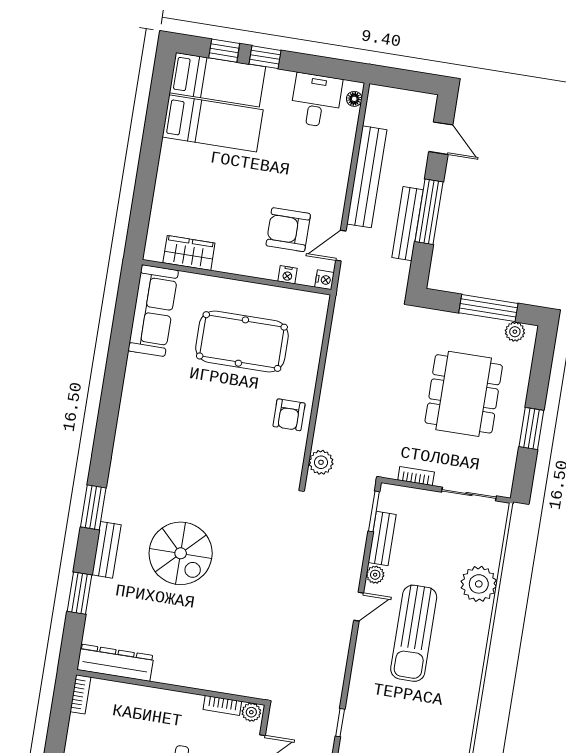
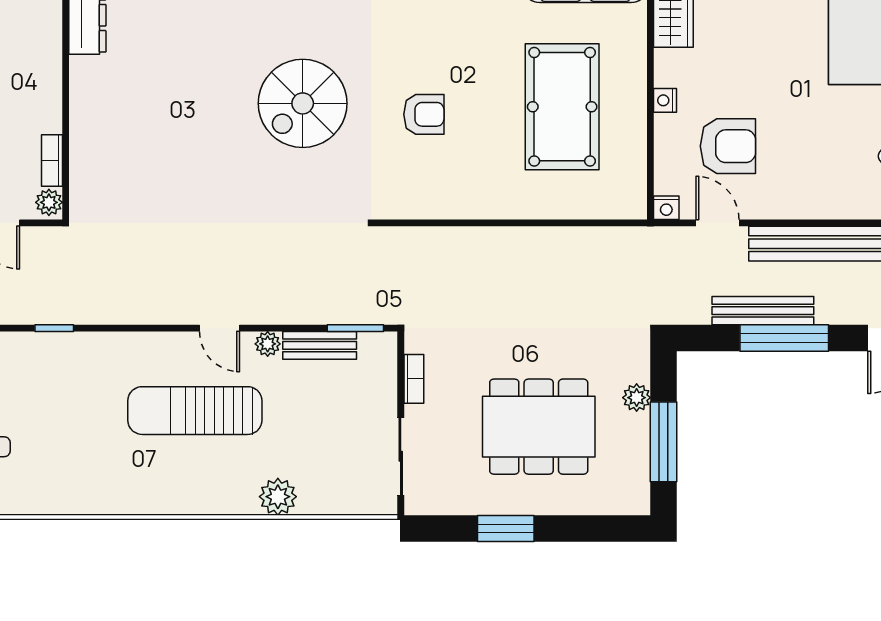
armchair: (288, 230) -> (728, 146), turned 90
nightstand: (288, 275) -> (665, 100), moved
plant: (515, 332) -> (637, 398), moved
armchair: (289, 415) -> (424, 114), moved, turned 180
plant: (321, 462) -> (412, 244), removed
spiral stairs: (181, 553) -> (303, 103), moved
plant: (479, 584) -> (278, 497), width x0.73, depth x0.73

